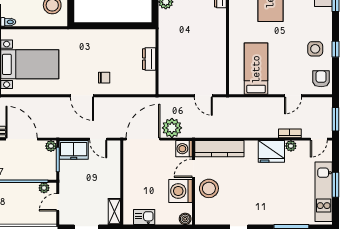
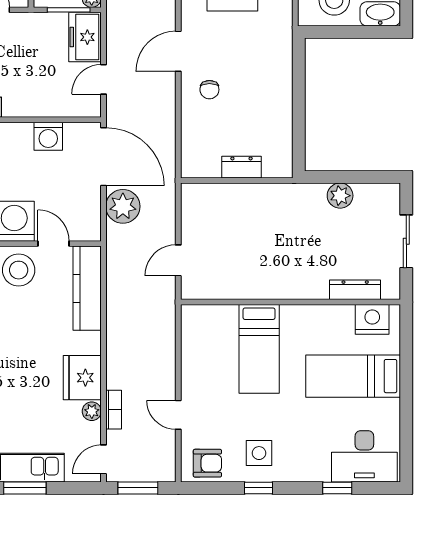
bed: (256, 69) -> (259, 349), moved, turned 90
door: (319, 139) -> (104, 459), hinge flipped
washing machine: (184, 149) -> (48, 136), moved, turned 180

